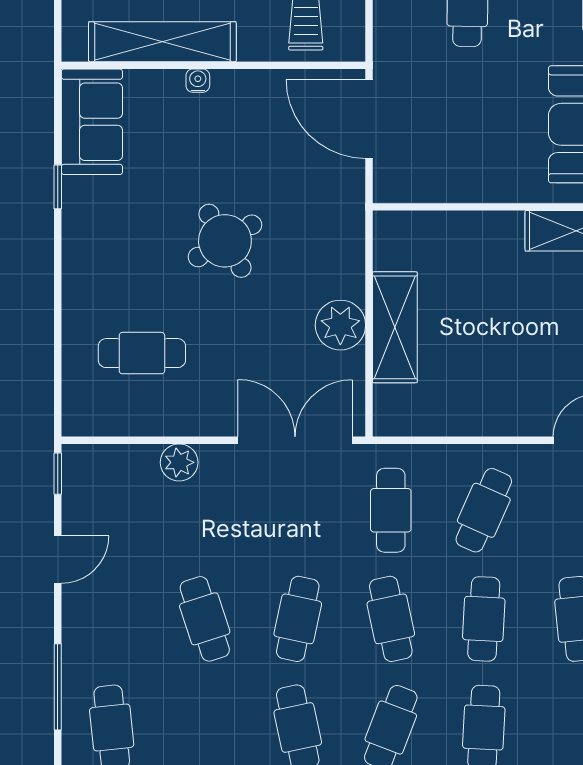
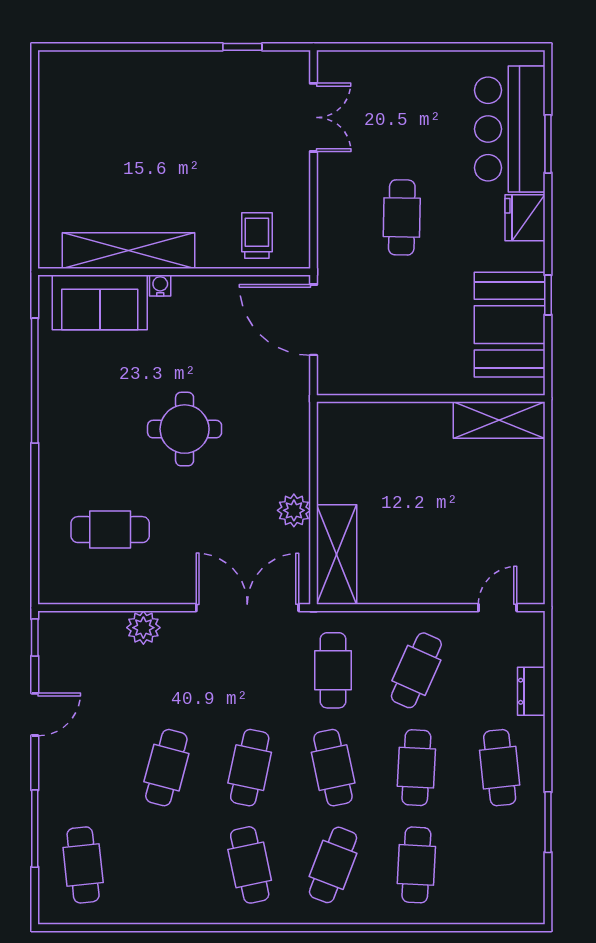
sofa: (92, 122) -> (100, 302), moved, turned 90
window: (58, 187) -> (35, 381), width x3.17
round table: (225, 241) -> (185, 429), turned 31
plant: (340, 325) -> (294, 510), width x0.73, depth x0.73
shelving: (395, 327) -> (337, 555), moved
cafe table: (205, 619) -> (166, 768), turned 33

